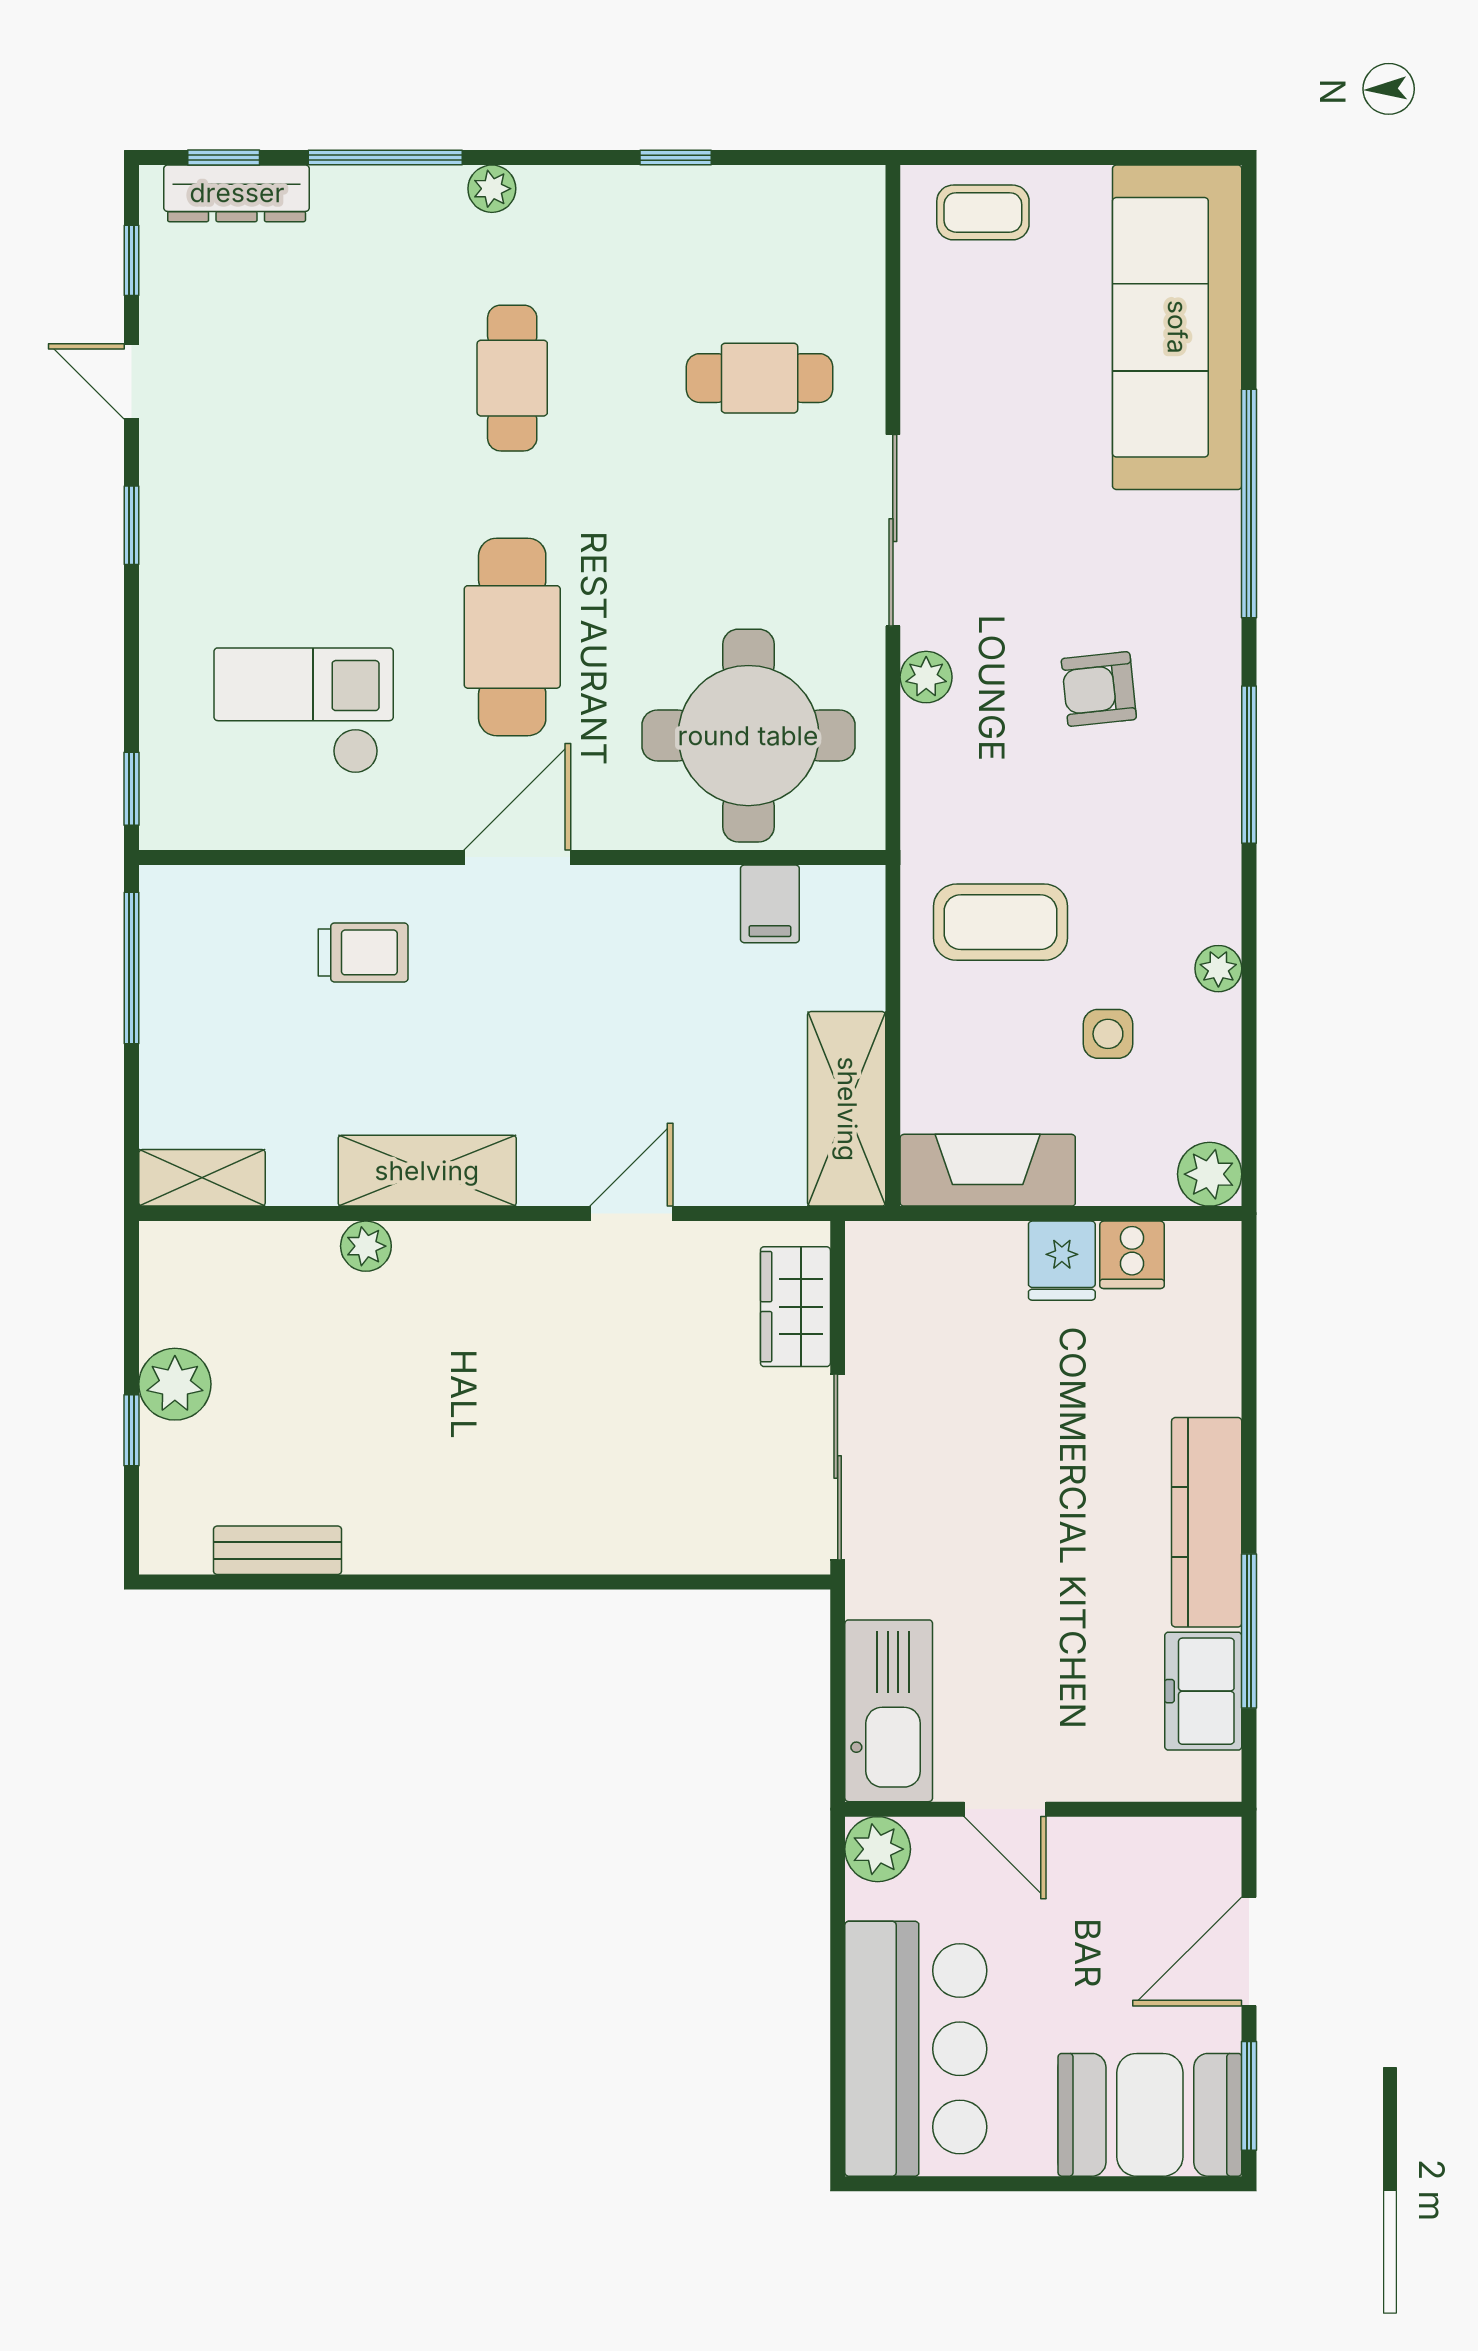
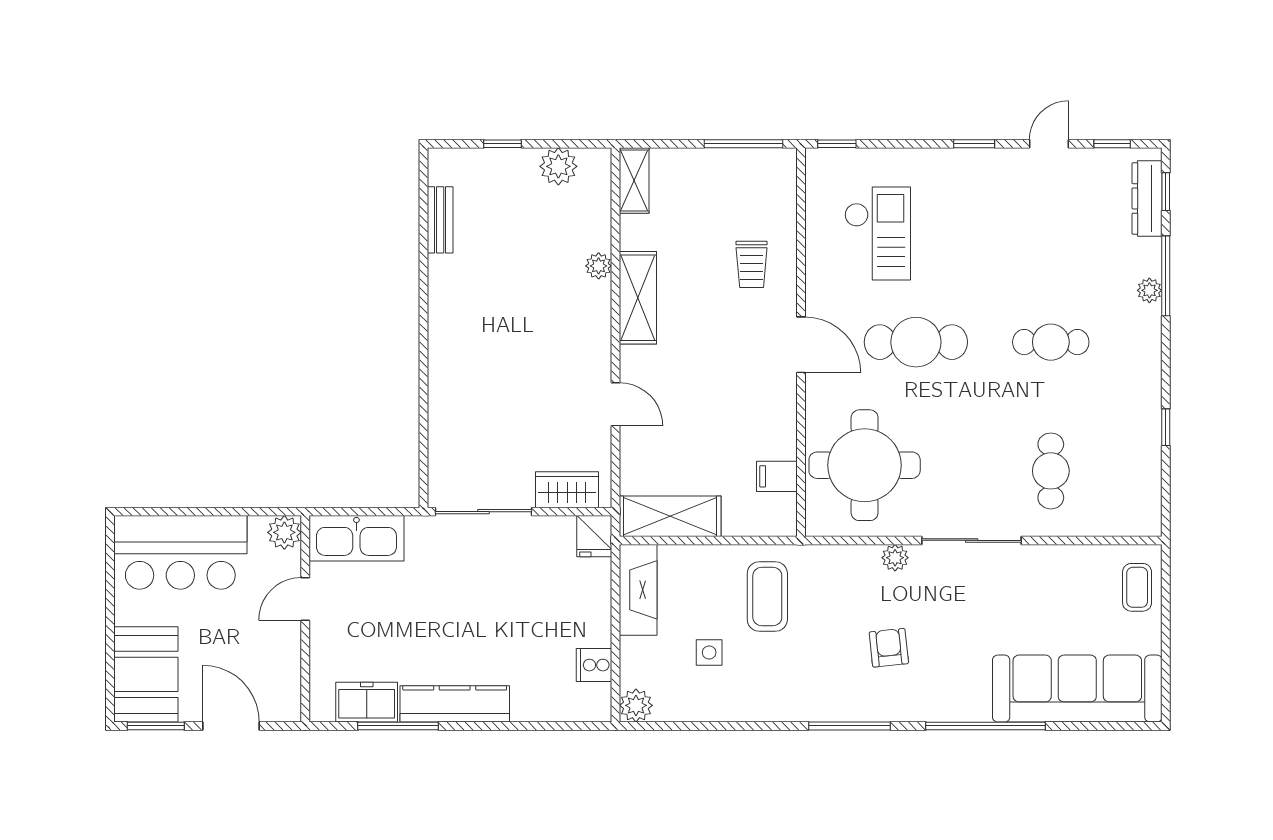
plant: (492, 189) -> (1149, 290), moved
plant: (1218, 969) -> (743, 710), removed
fridge: (1062, 1261) -> (594, 536), moved, turned -90
plant: (175, 1384) -> (558, 166), moved

